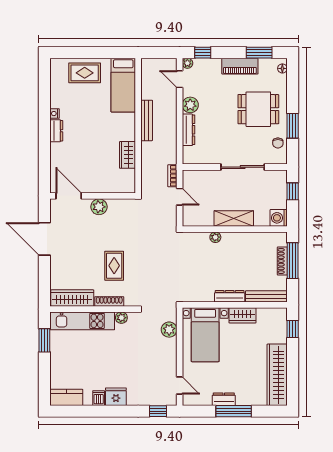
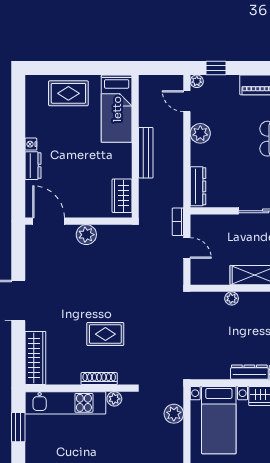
dresser: (188, 130) -> (198, 186), moved
door: (69, 196) -> (49, 221), moved
wall: (93, 196) -> (78, 221), moved
plant: (99, 207) -> (86, 235), moved
rug: (114, 266) -> (105, 334), turned 90
wardrobe: (72, 298) -> (35, 358), moved, turned 90

